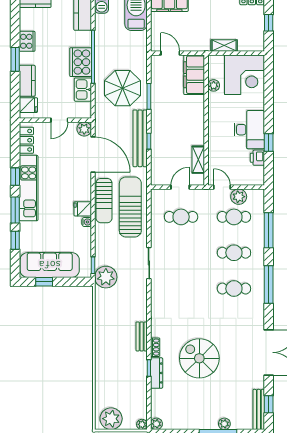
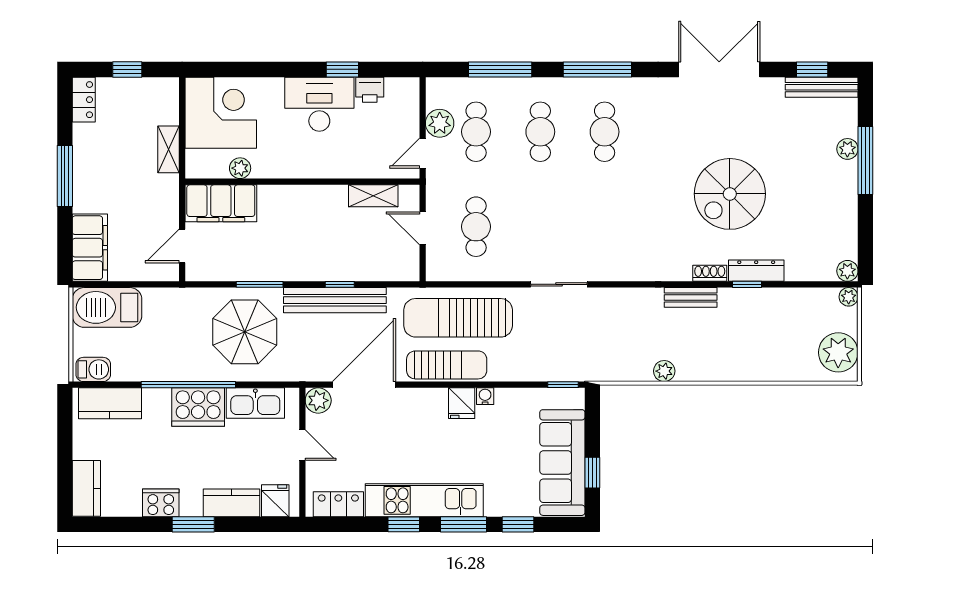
kitchen sink: (83, 90) -> (255, 403), width x1.38
plant: (106, 277) -> (664, 371), moved, width x0.53, depth x0.53

